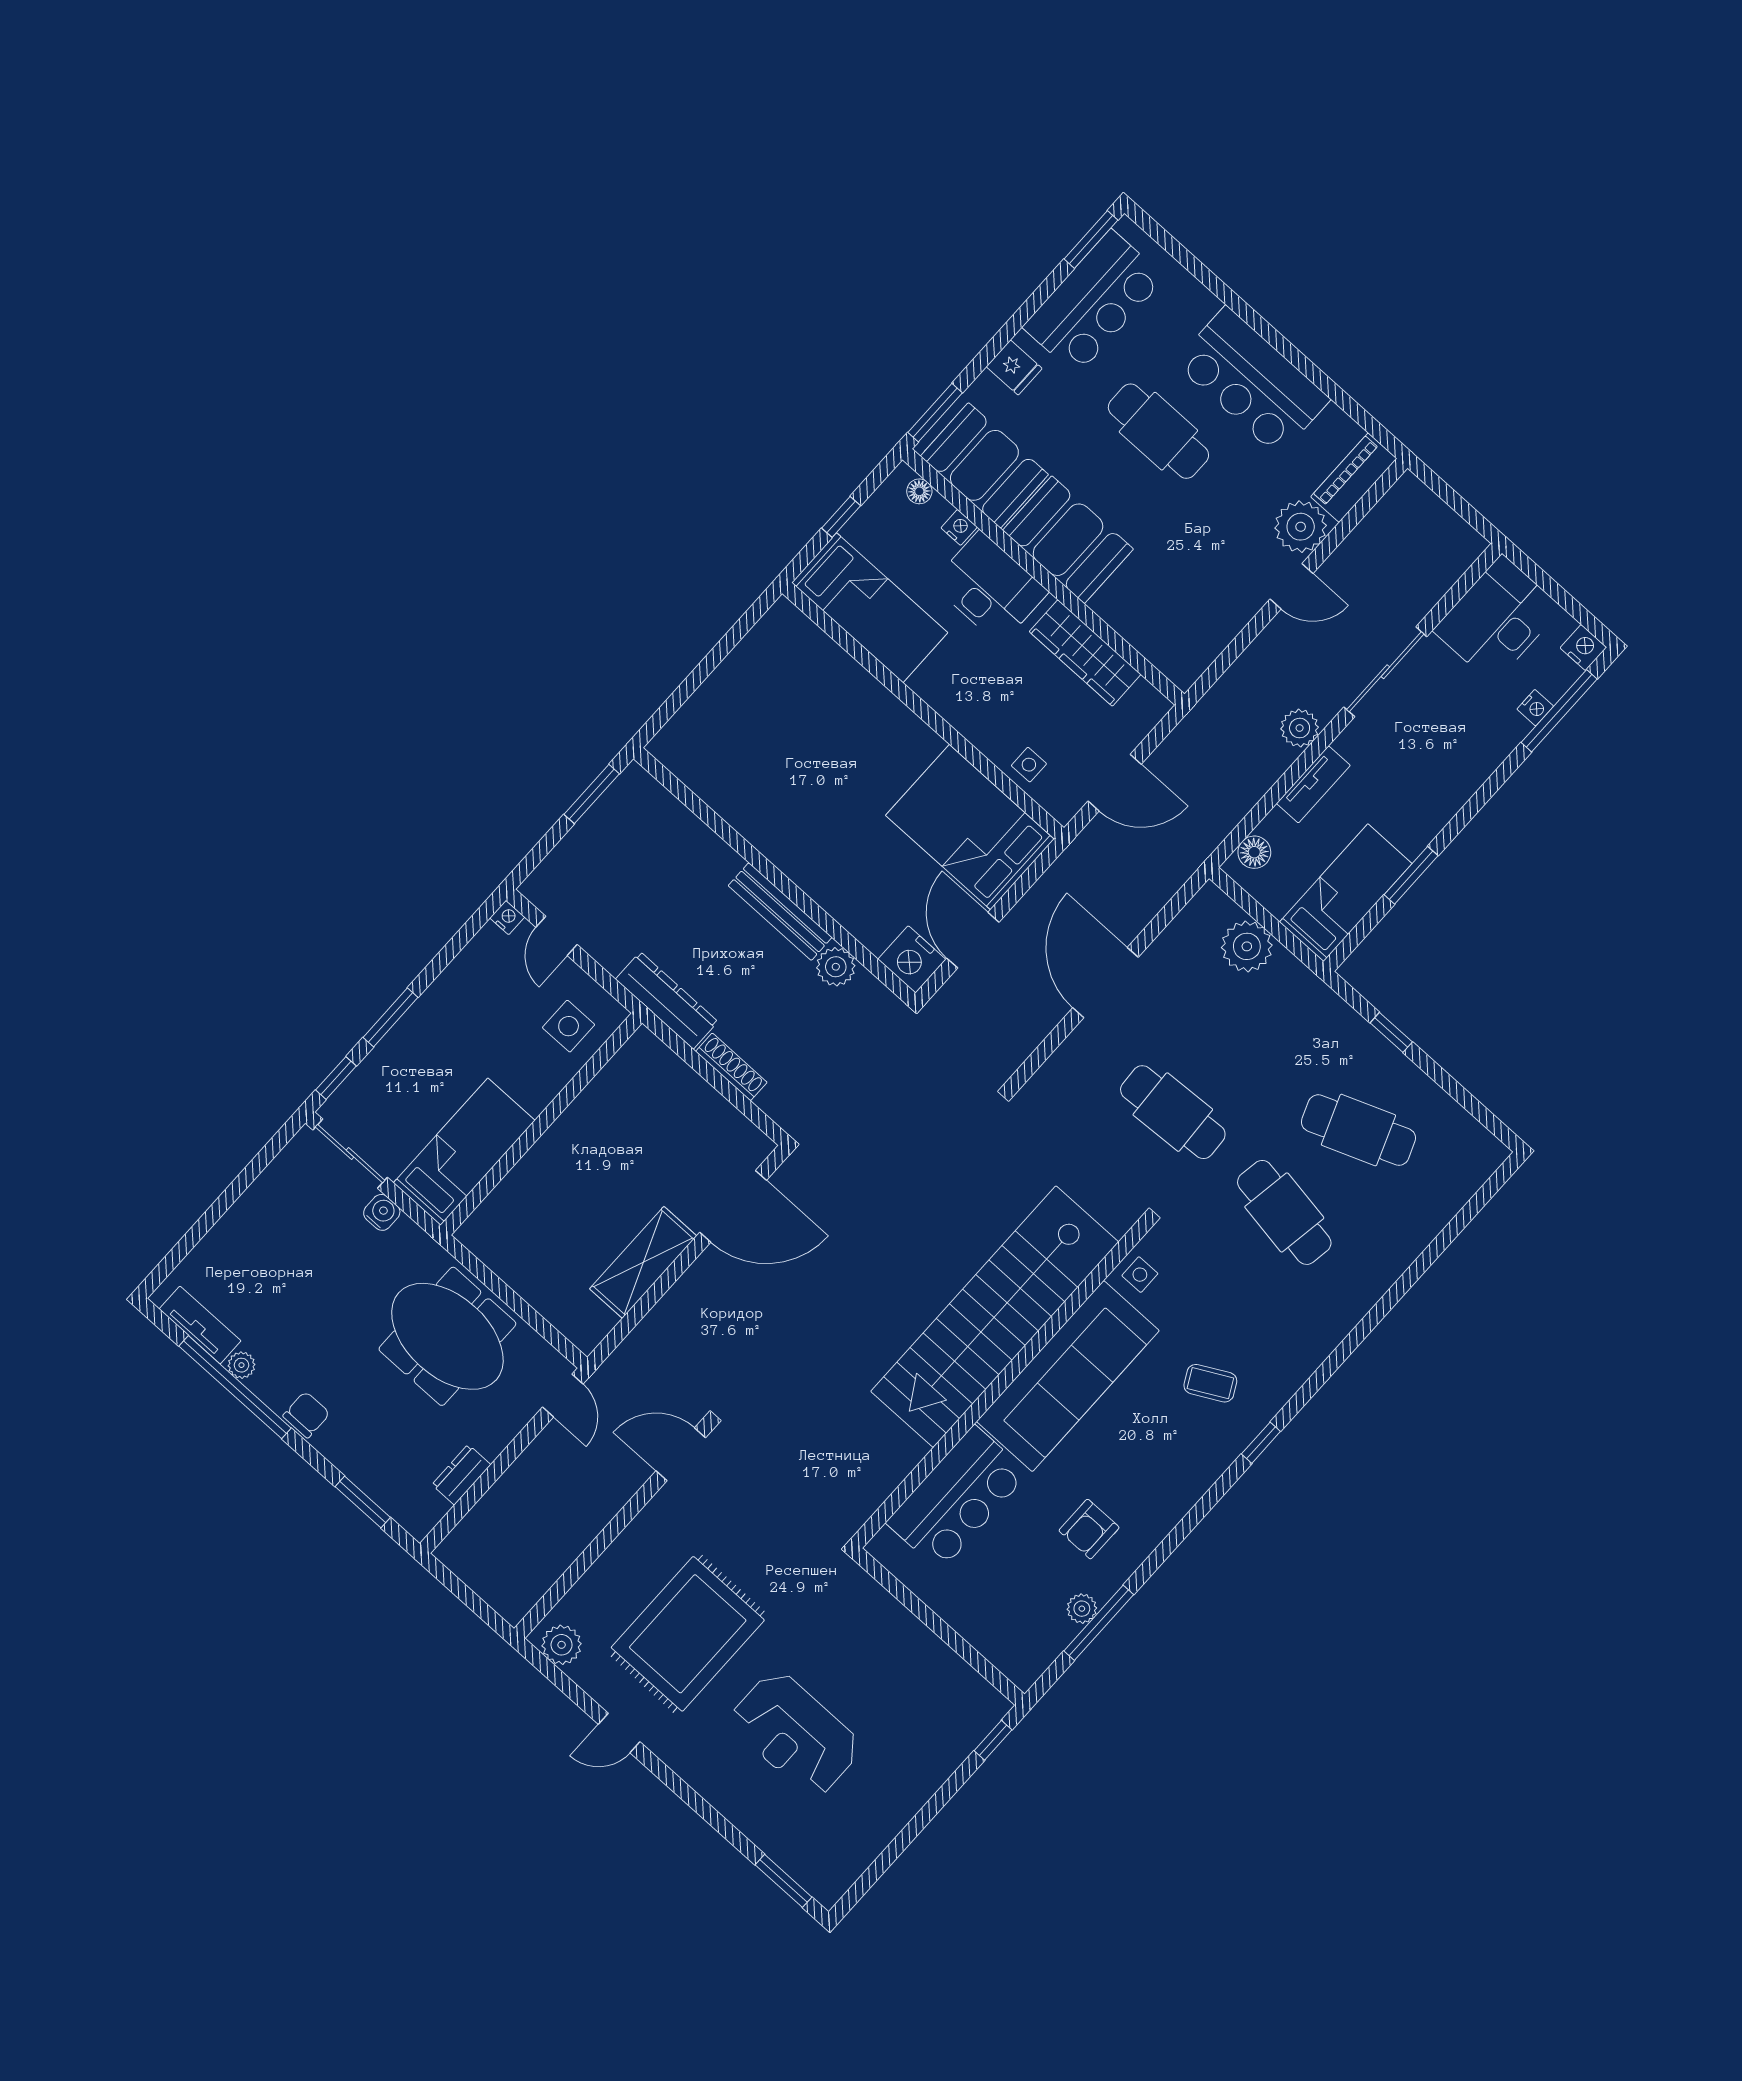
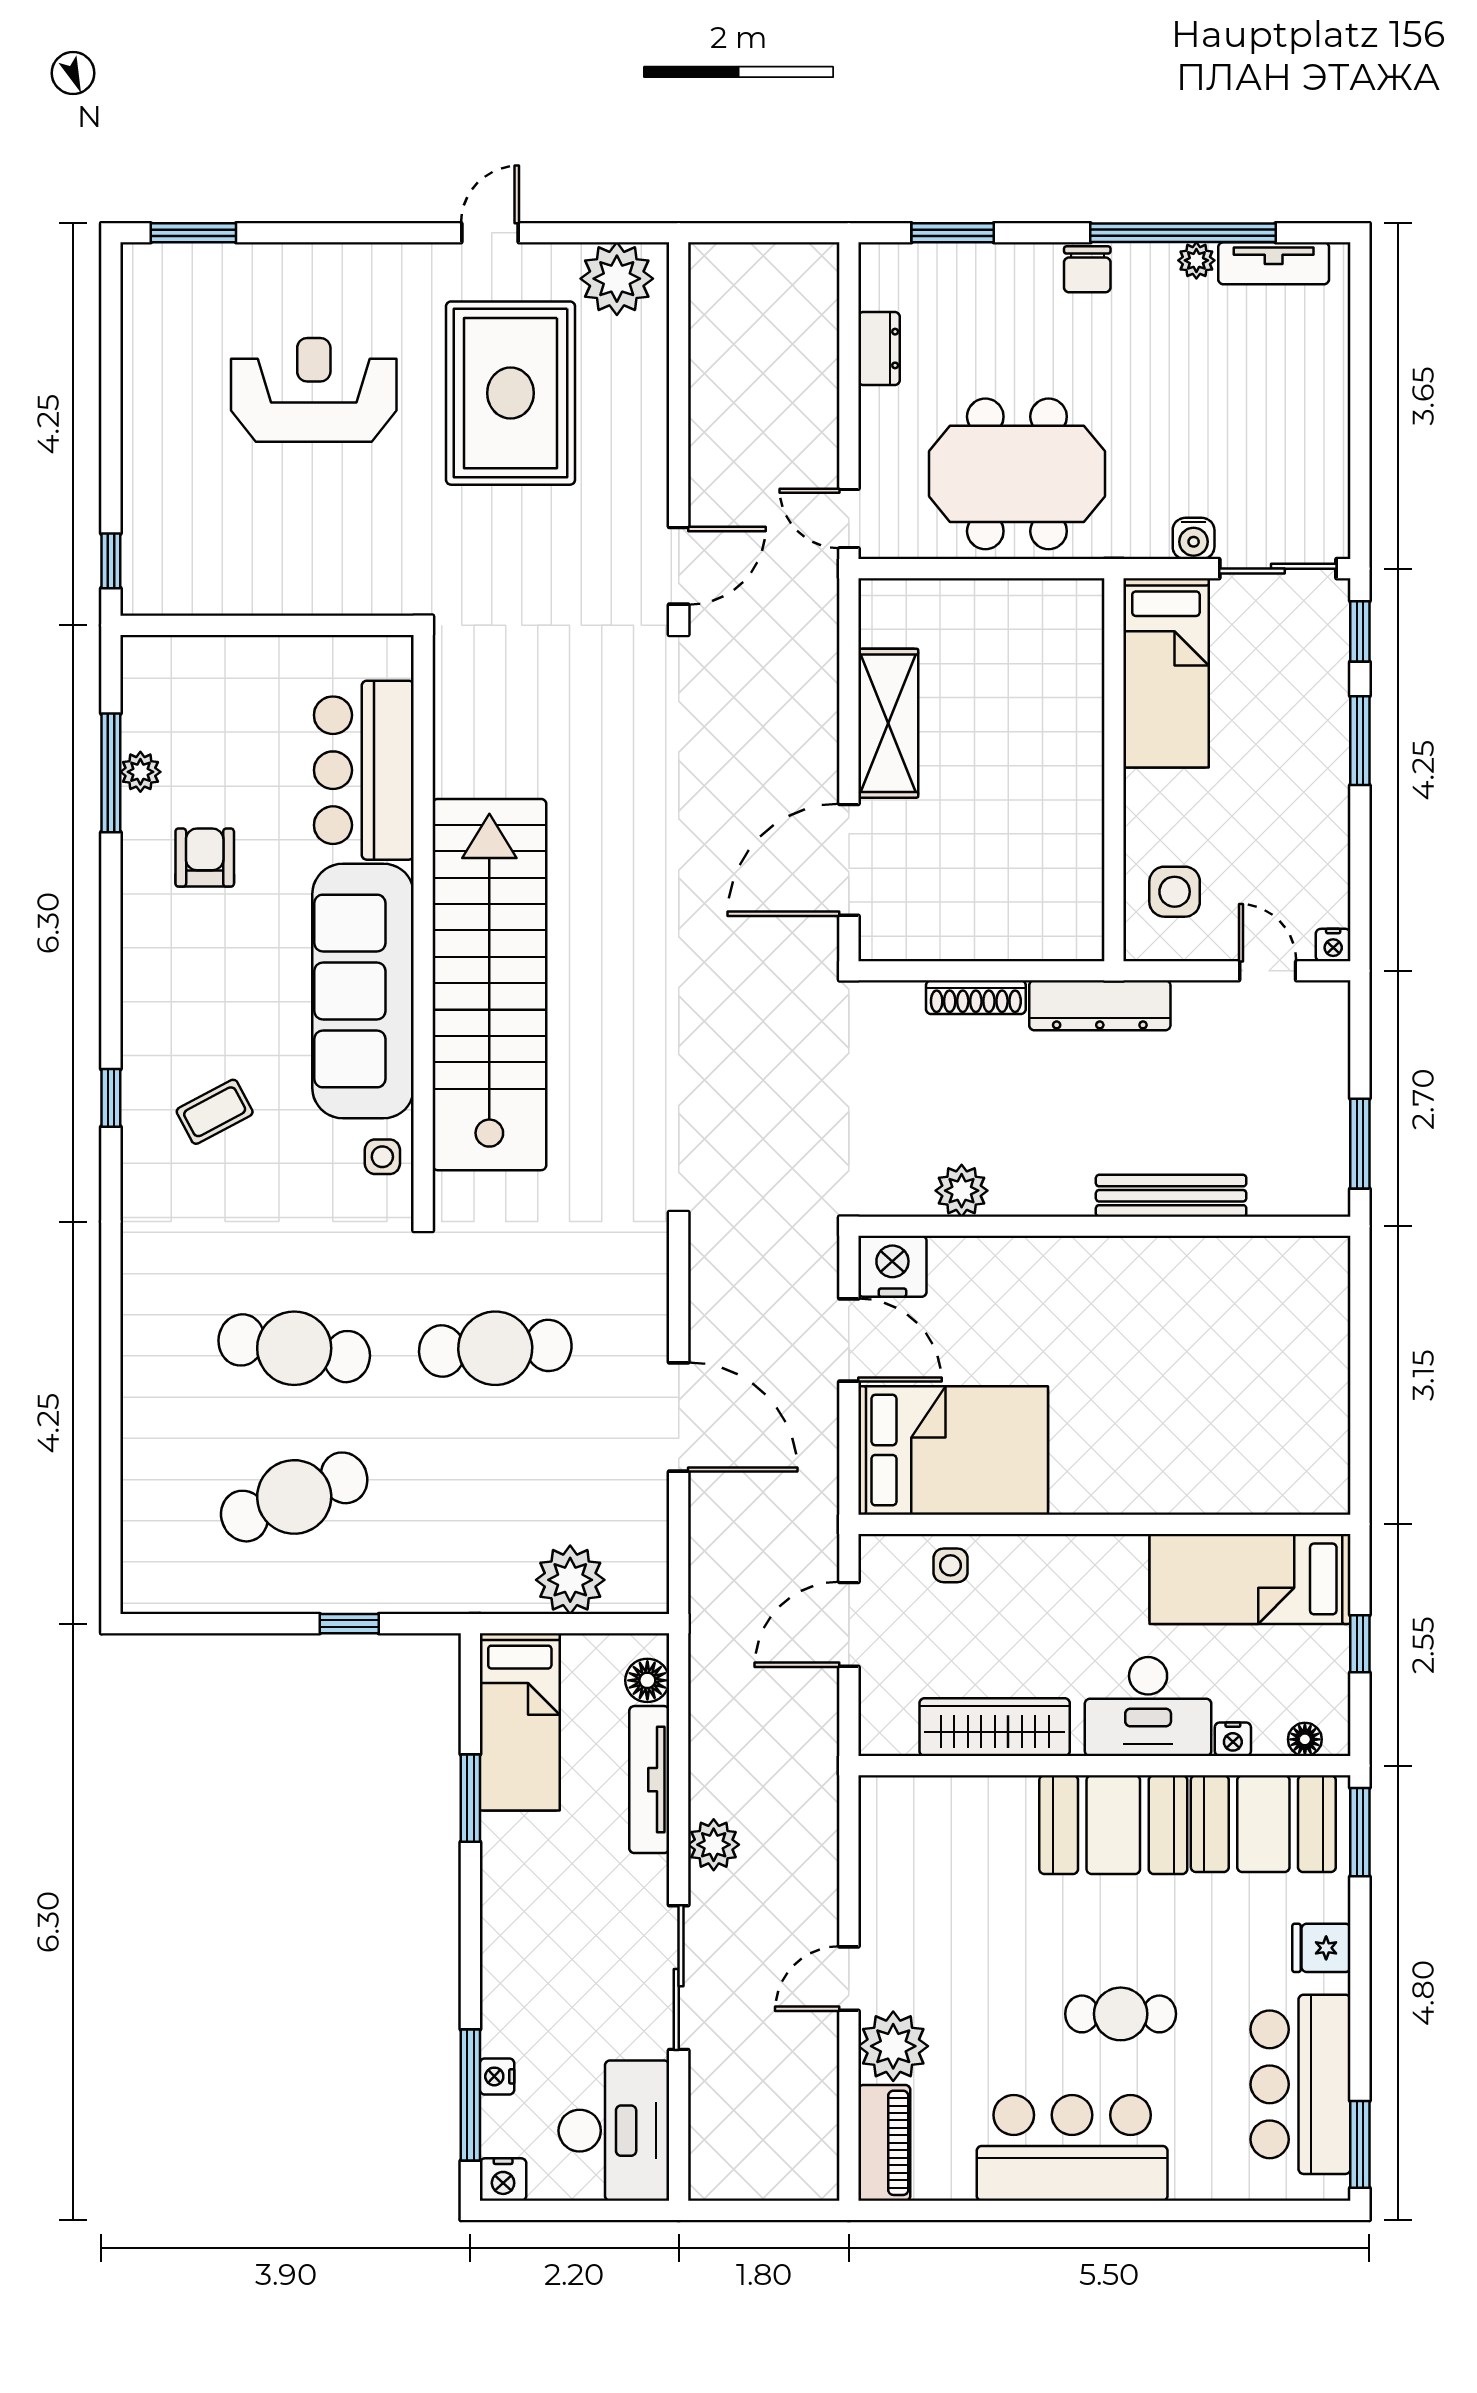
cafe table: (1158, 431) -> (1121, 2014), width x0.73, depth x0.74
tv unit: (1313, 784) -> (649, 1780), width x1.41
bench: (780, 912) -> (1171, 1196), moved
plant: (562, 1645) -> (617, 279), width x1.36, depth x1.36

